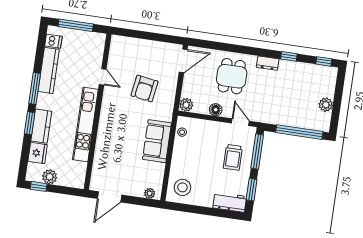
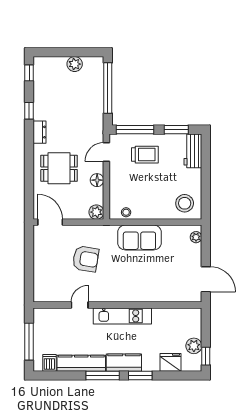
kitchen unit: (85, 124) -> (122, 316), width x0.73
kitchen counter: (41, 126) -> (124, 363), moved

